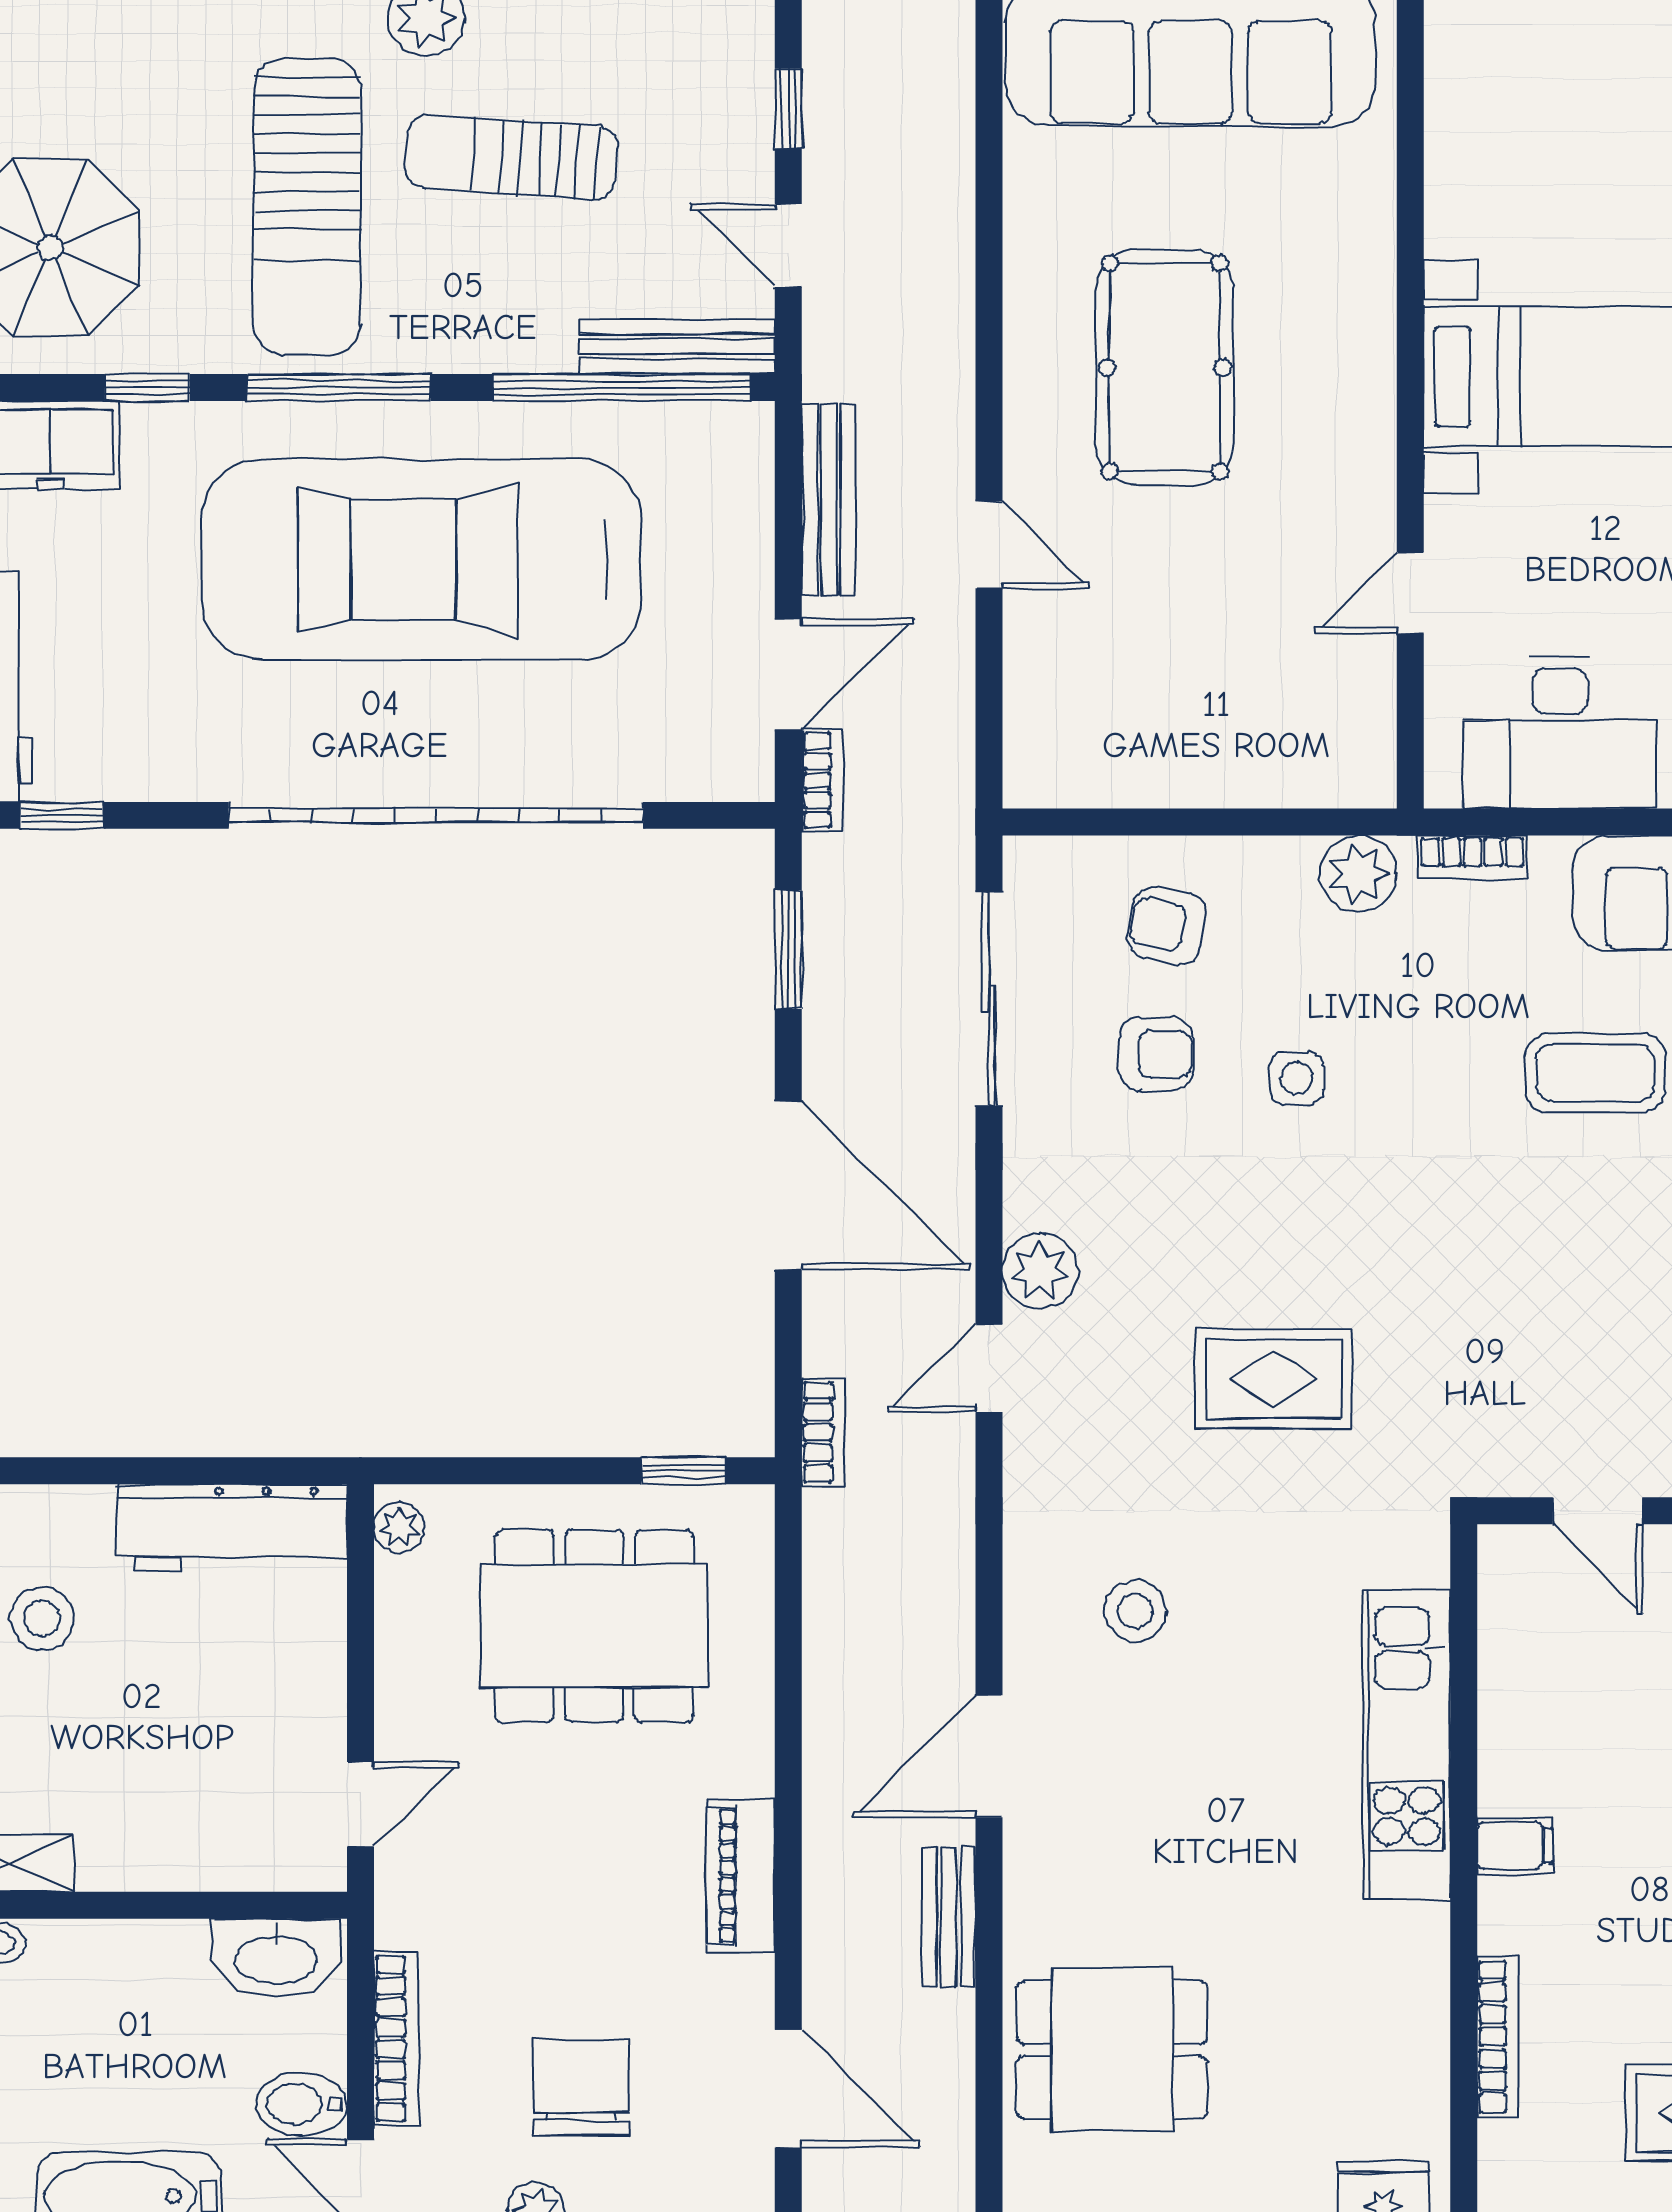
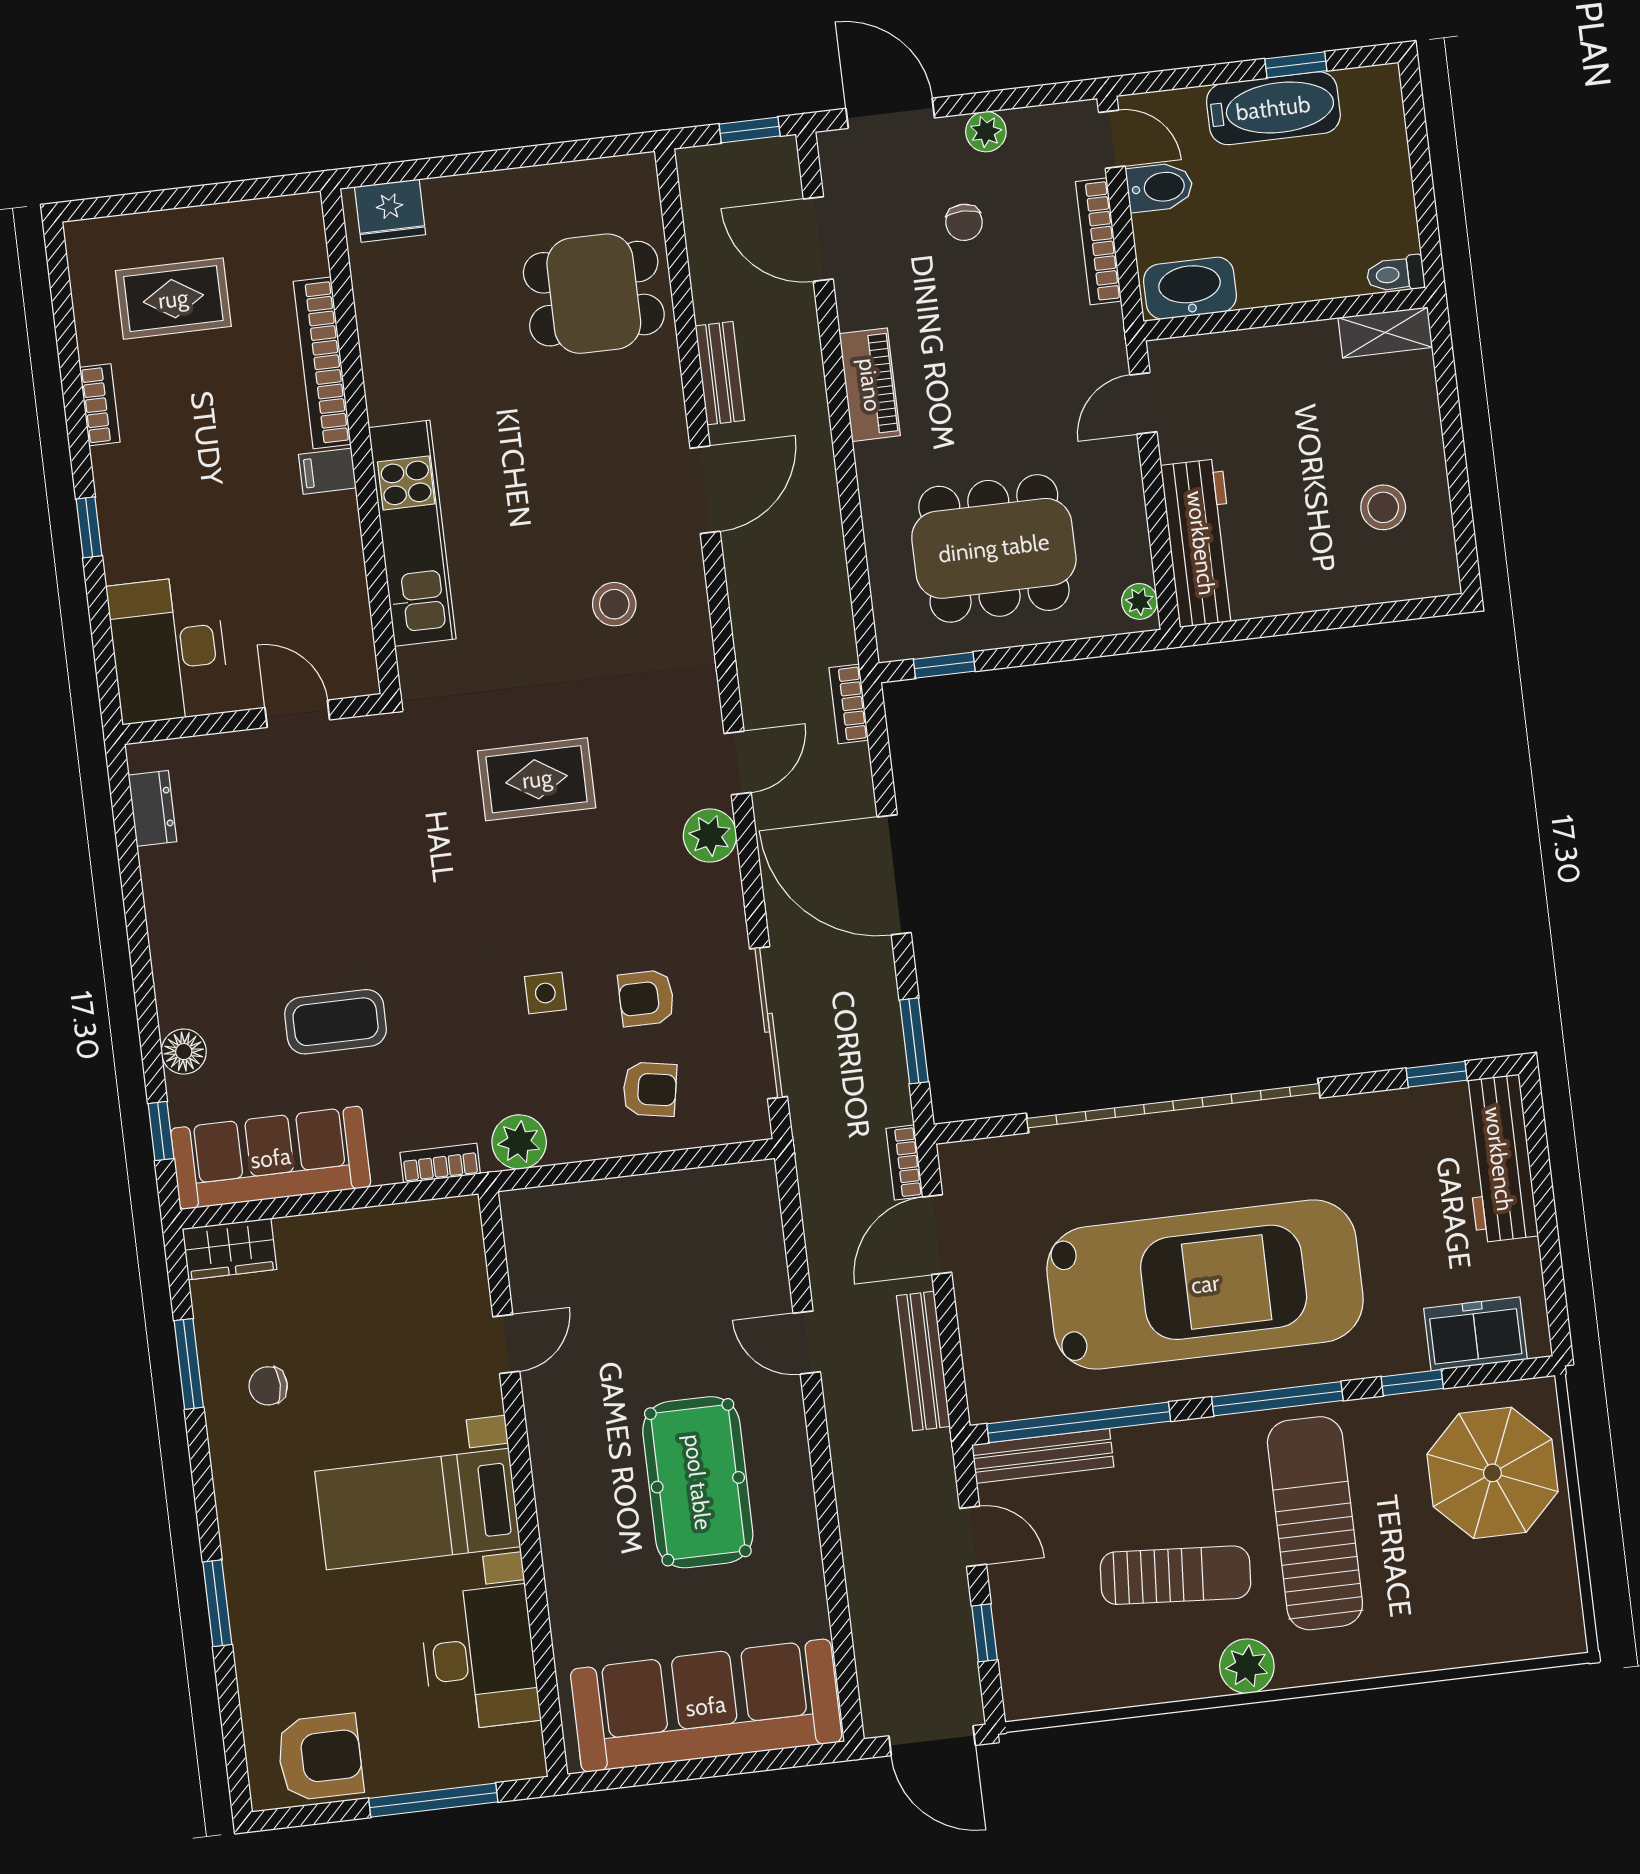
desk: (1560, 732) -> (480, 1658), moved, turned 90
workbench: (232, 1527) -> (1201, 543), moved, turned 90
bookcase: (1498, 2037) -> (322, 363), width x1.48, depth x1.31
chair: (581, 2088) -> (964, 222), width x0.54, depth x0.54

